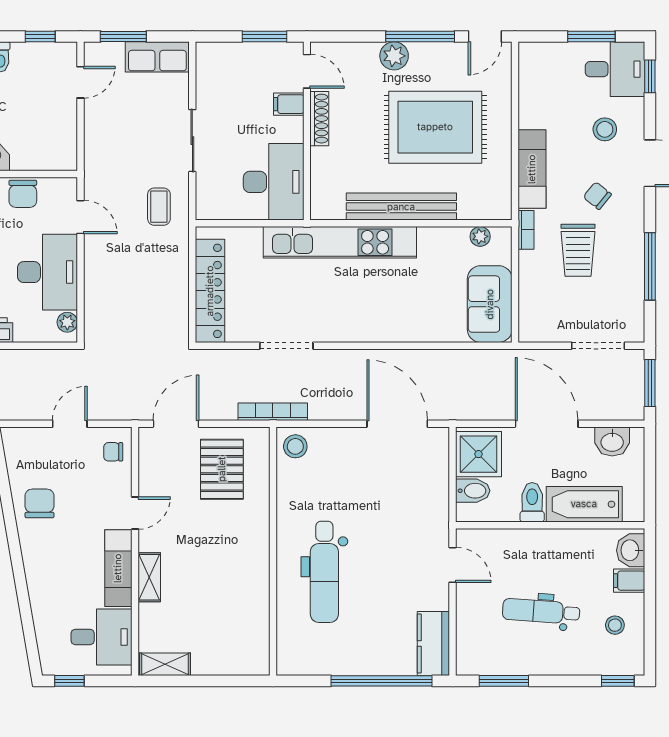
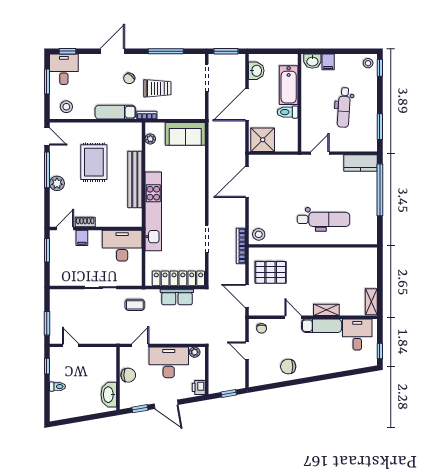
row of seats: (157, 57) -> (177, 297), moved, turned 90
shoe rack: (319, 119) -> (85, 222), width x0.70
rug: (435, 127) -> (94, 162), width x0.73, depth x0.69
stool: (605, 129) -> (66, 107), moved
bidet: (473, 491) -> (282, 143), removed
stool: (615, 625) -> (368, 63), moved

